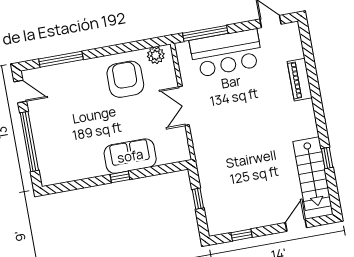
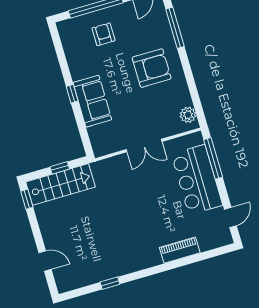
armchair: (125, 79) -> (152, 68), moved
double door: (184, 106) -> (144, 146), swing flipped
armchair: (60, 137) -> (103, 34), added
stairs: (312, 174) -> (61, 184), moved, turned 180
window: (242, 235) -> (27, 199), moved

